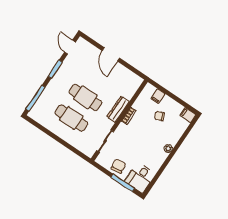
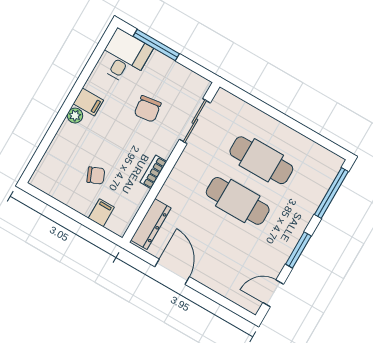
door: (70, 47) -> (273, 293), swing flipped
door: (111, 54) -> (172, 272), moved
dresser: (118, 109) -> (151, 224), moved
filing cabinet: (188, 115) -> (88, 102), moved
chair: (118, 166) -> (148, 109), moved

